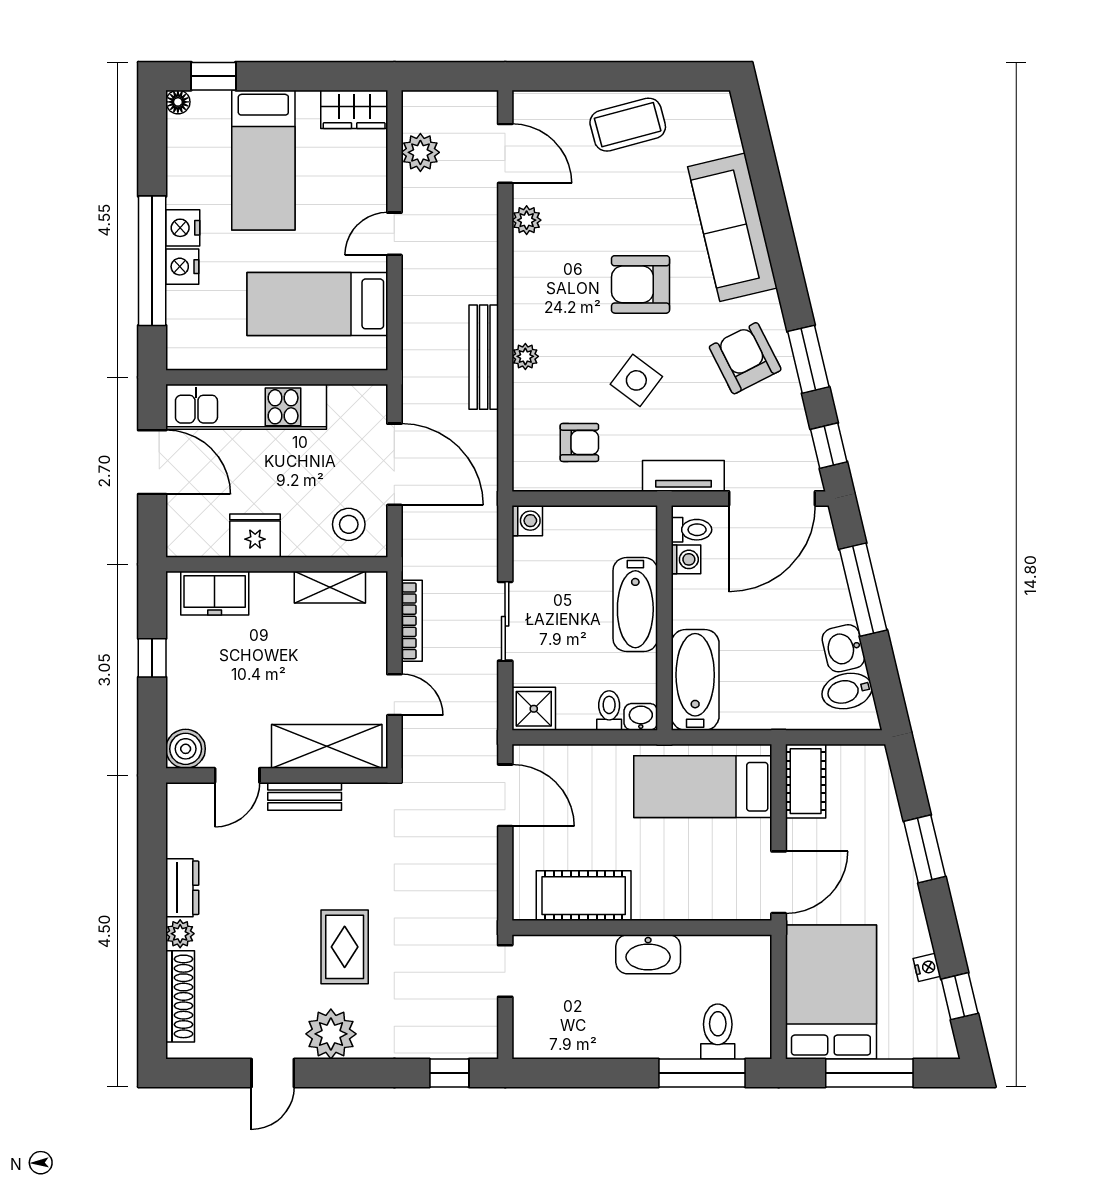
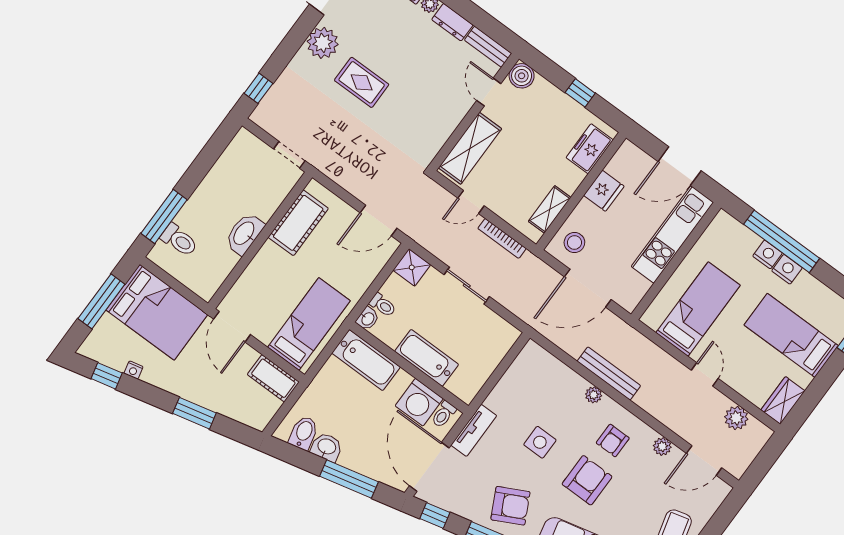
side table: (636, 380) -> (540, 442), turned -37
armchair: (579, 442) -> (613, 440), moved
washing machine: (527, 521) -> (510, 334), removed
washing machine: (686, 559) -> (419, 402), width x1.89, depth x1.89
bench: (305, 796) -> (488, 47), moved, turned 90

